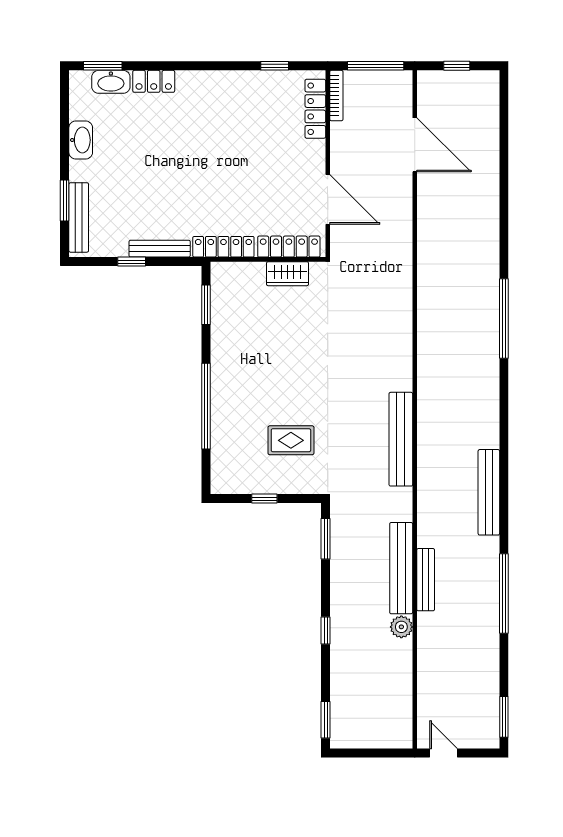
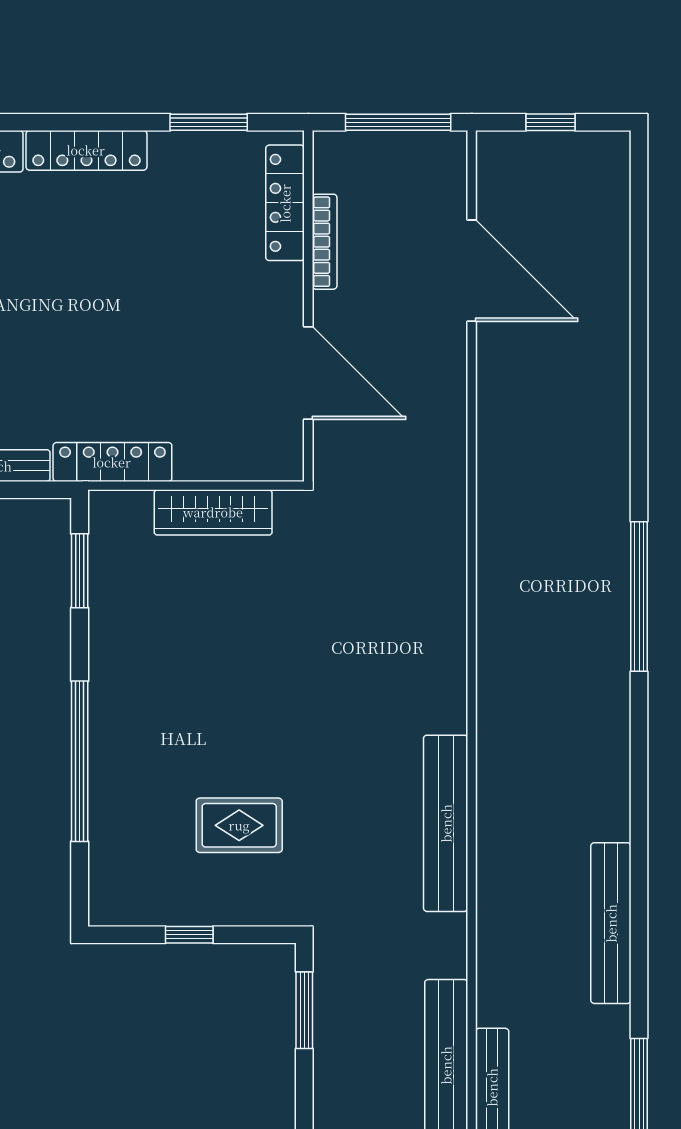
window: (275, 66) -> (209, 122), width x1.50
bookcase: (336, 96) -> (325, 242), moved
locker: (289, 247) -> (86, 150), moved, turned 180
wardrobe: (287, 274) -> (213, 512), width x1.50

